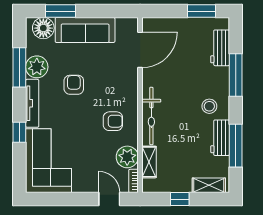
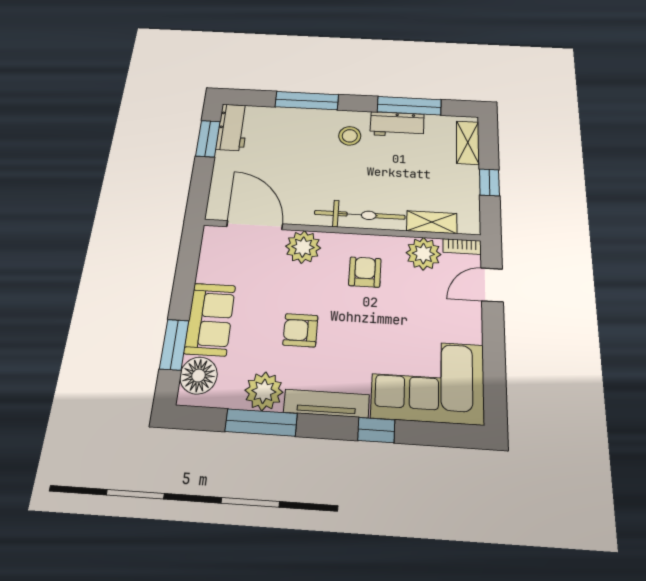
sofa: (85, 30) -> (210, 319), width x0.73
workbench: (220, 48) -> (233, 127), moved, turned -90
plant: (127, 82) -> (303, 247), added

